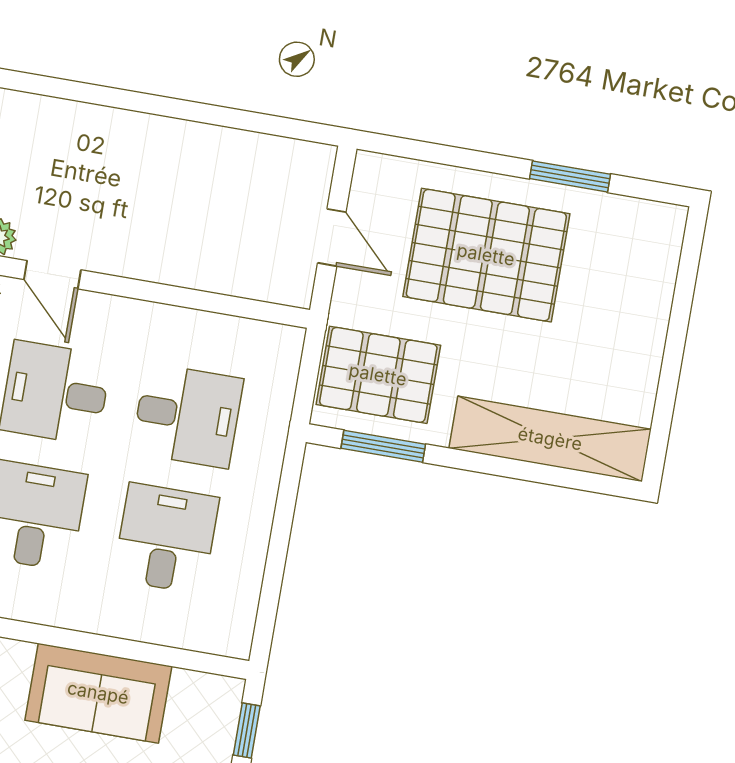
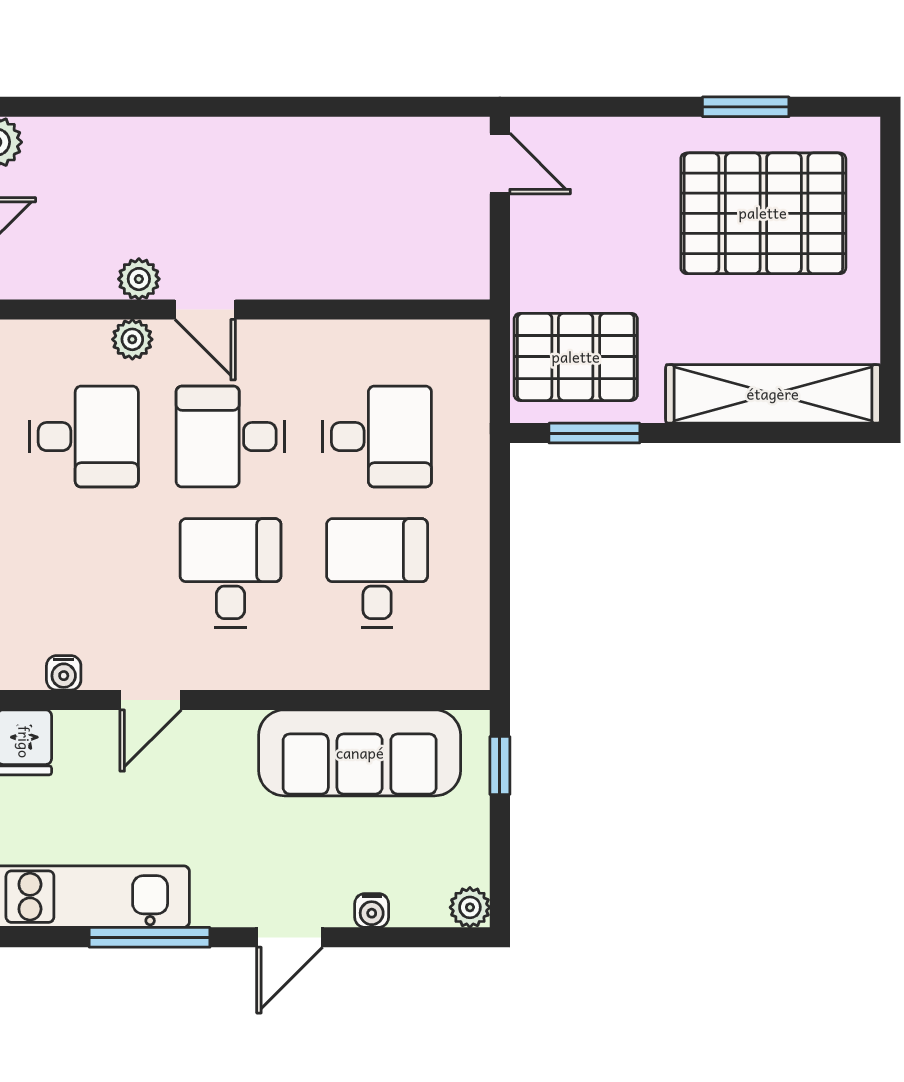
door: (332, 237) -> (500, 163), moved
pallet: (486, 255) -> (763, 213), moved
sofa: (98, 693) -> (360, 753), width x1.36

